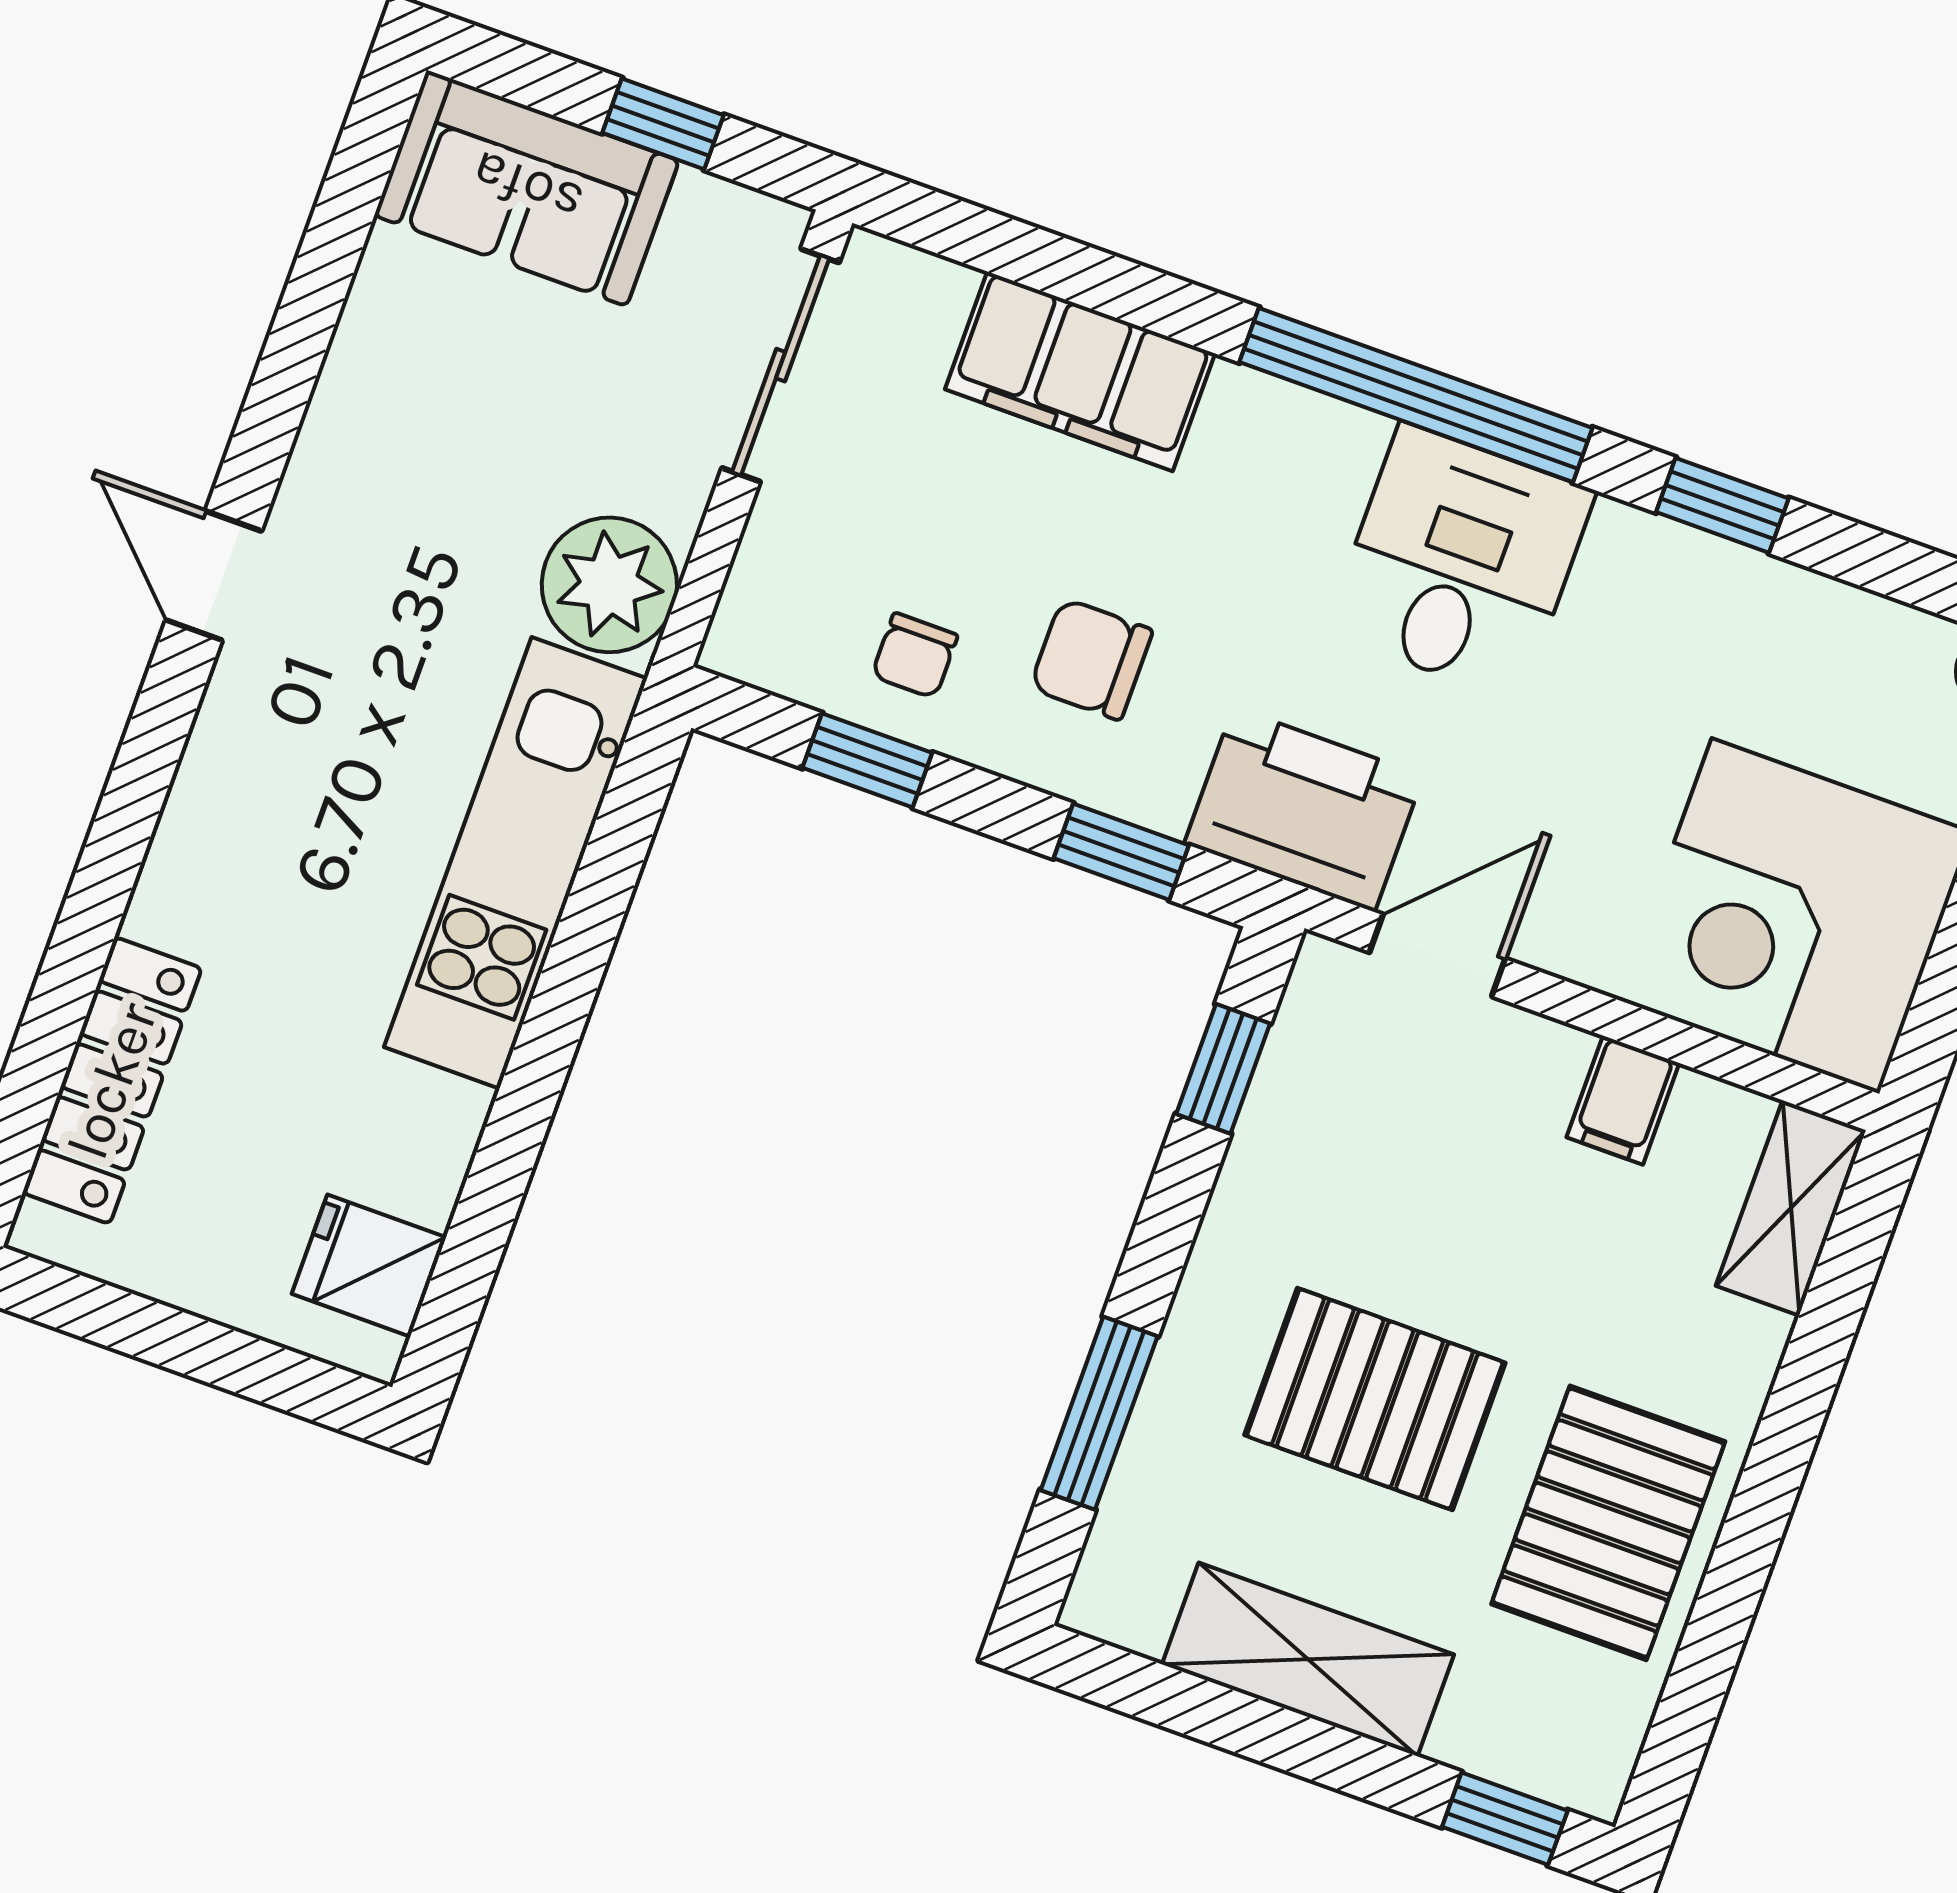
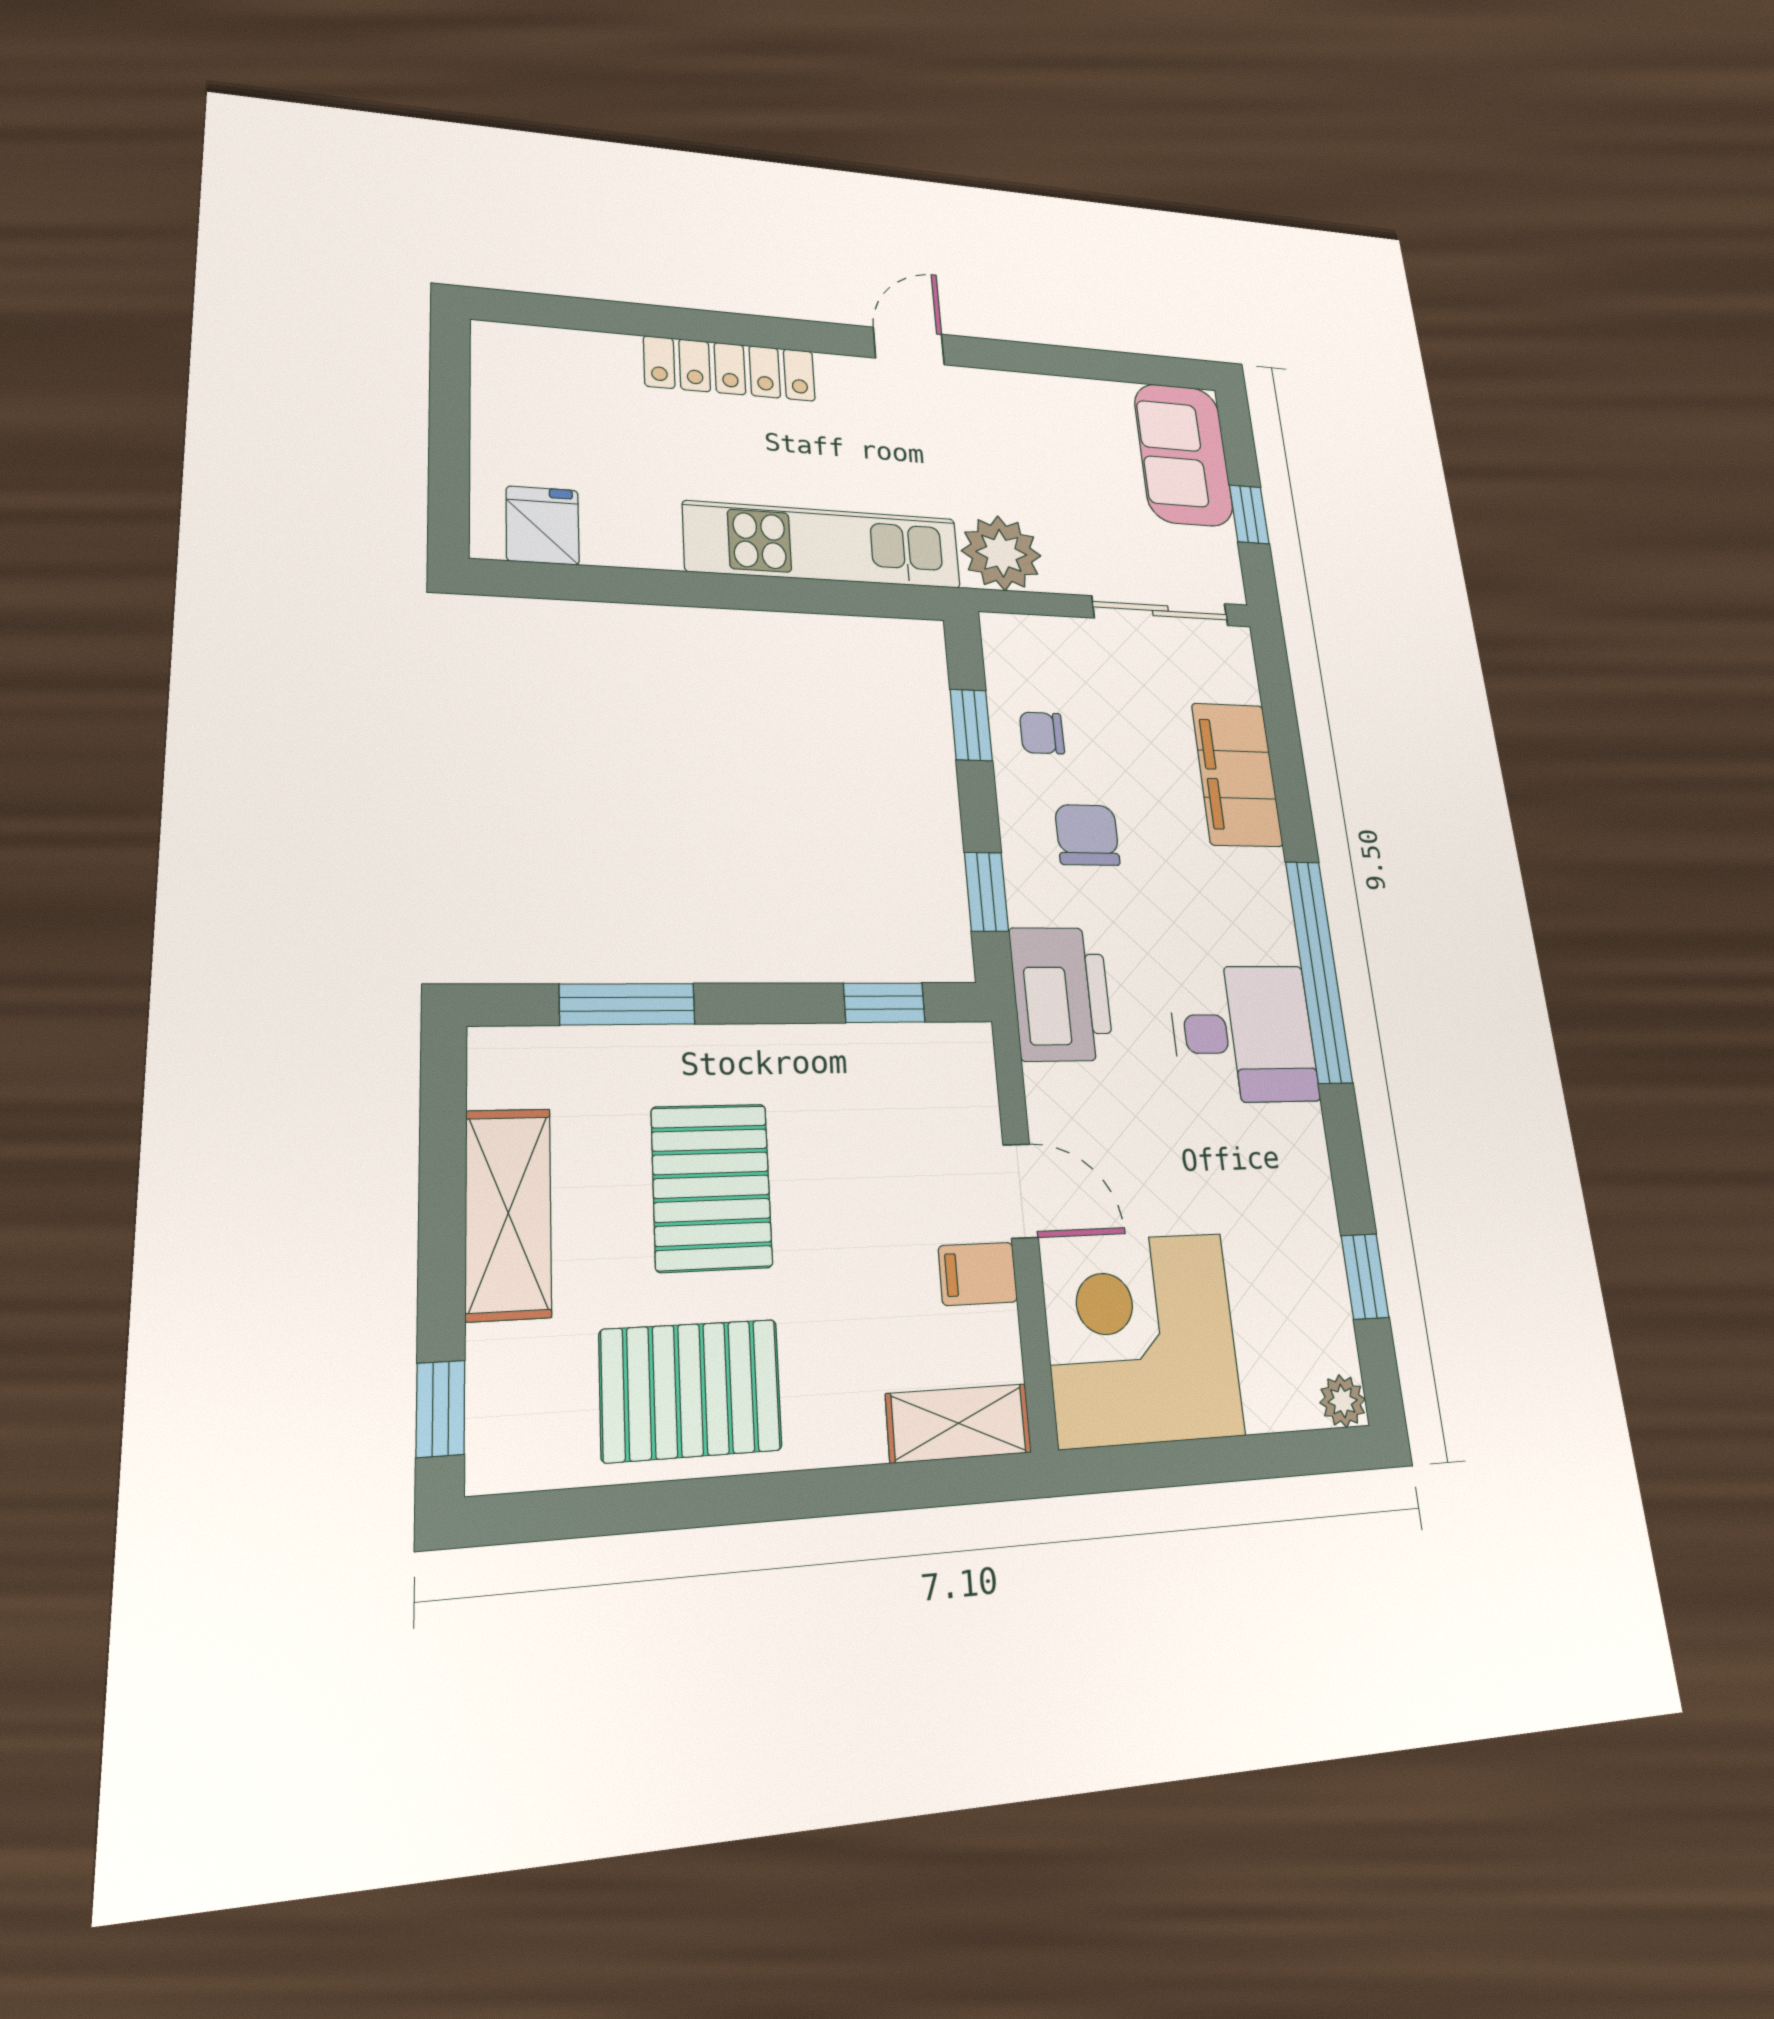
window: (1722, 505) -> (1365, 1276), moved
door: (1437, 955) -> (1020, 1191), moved
locker: (112, 1081) -> (730, 369), moved

